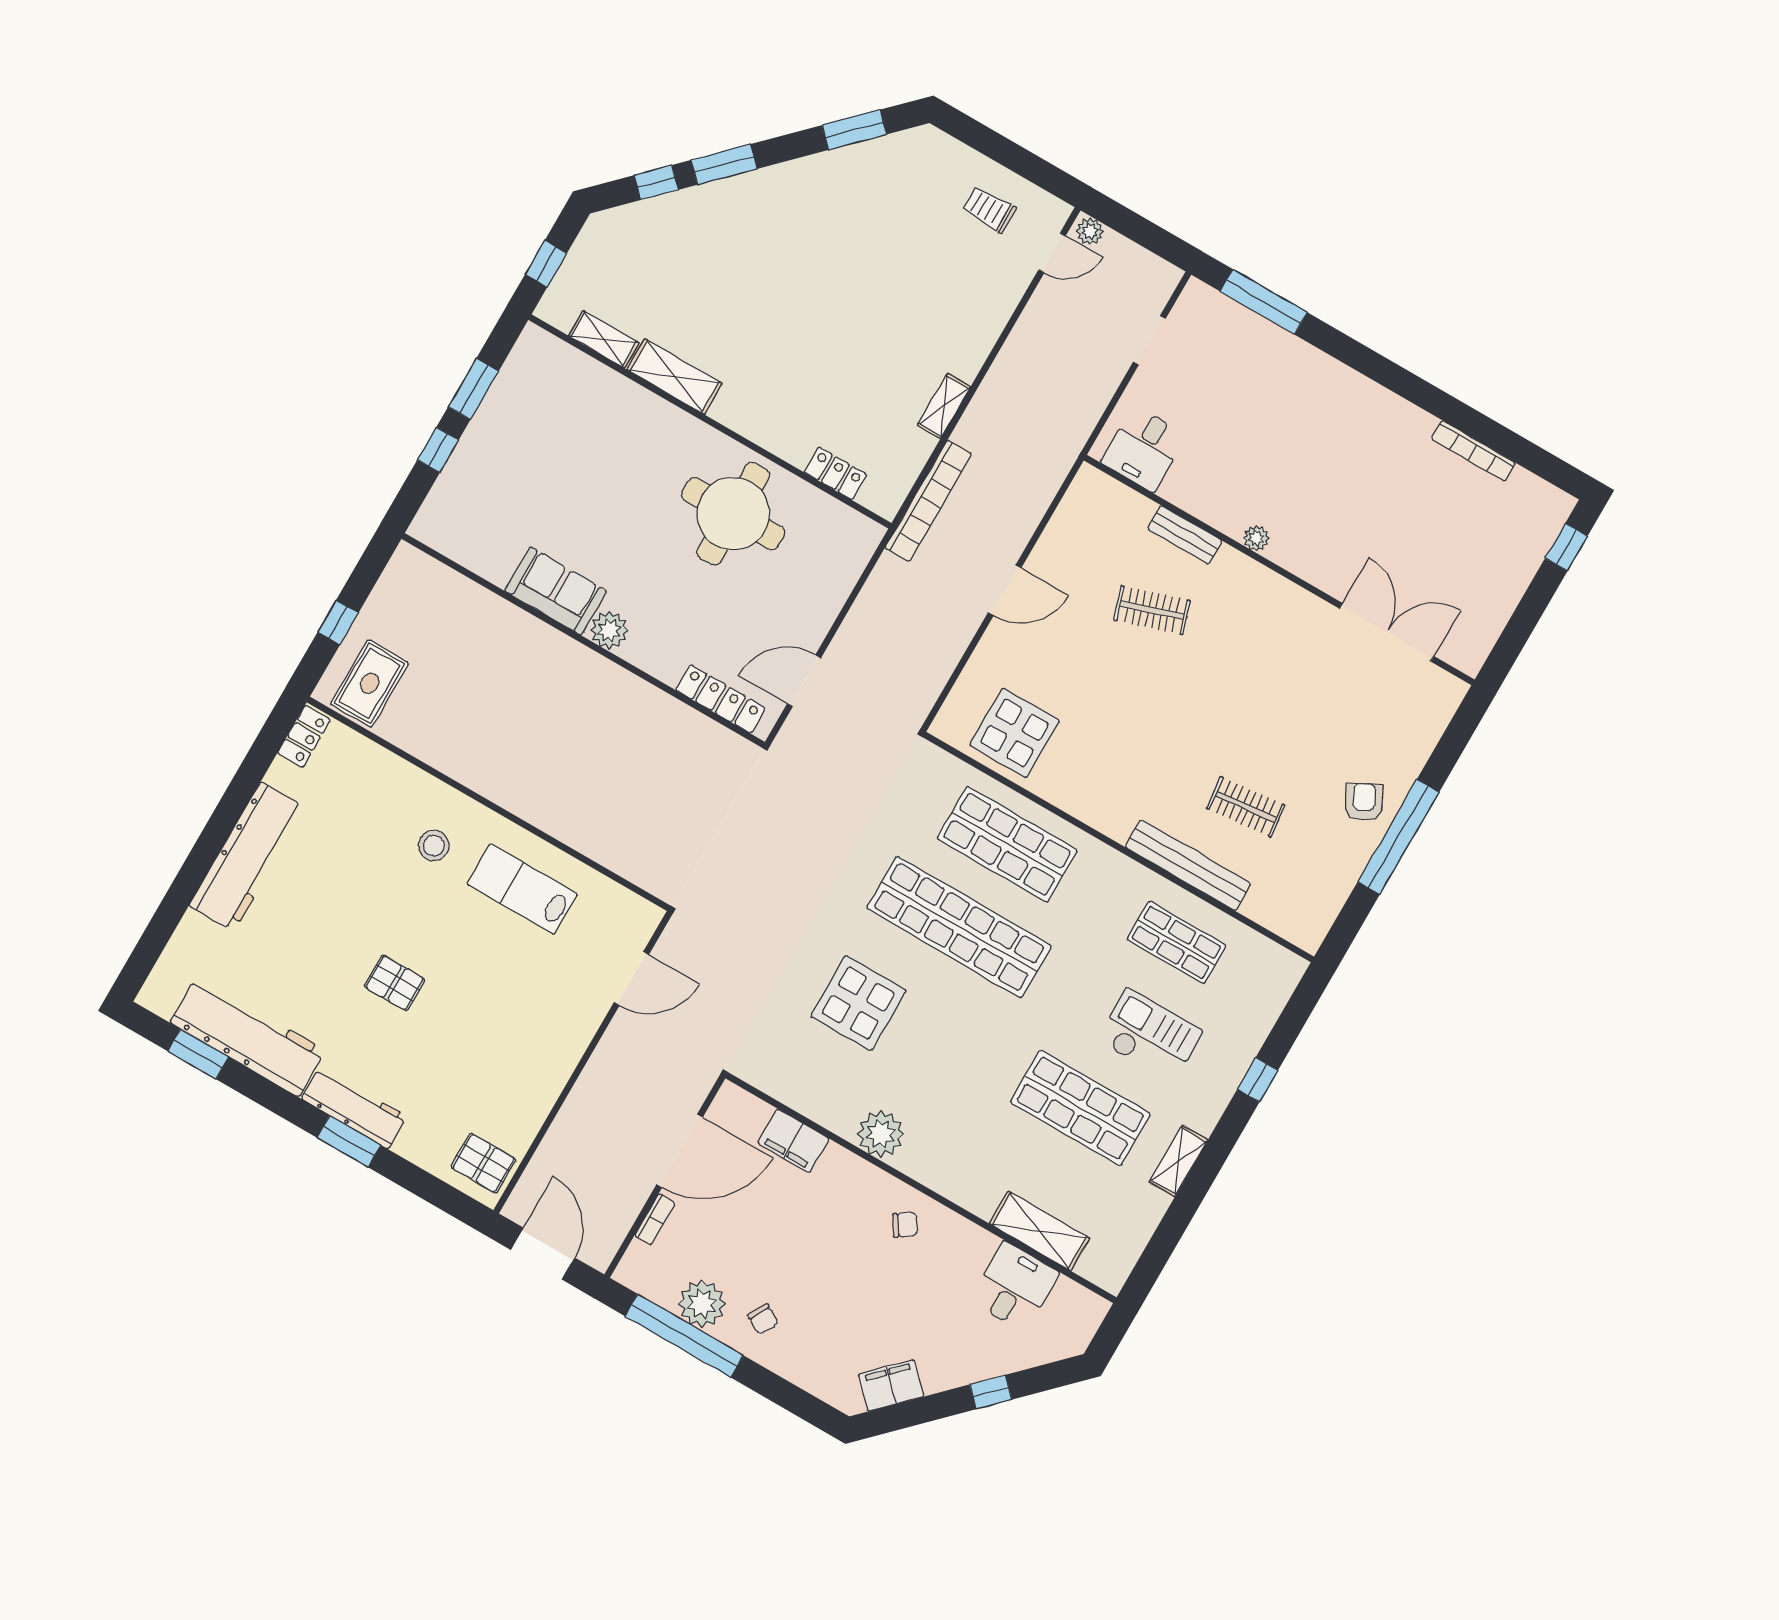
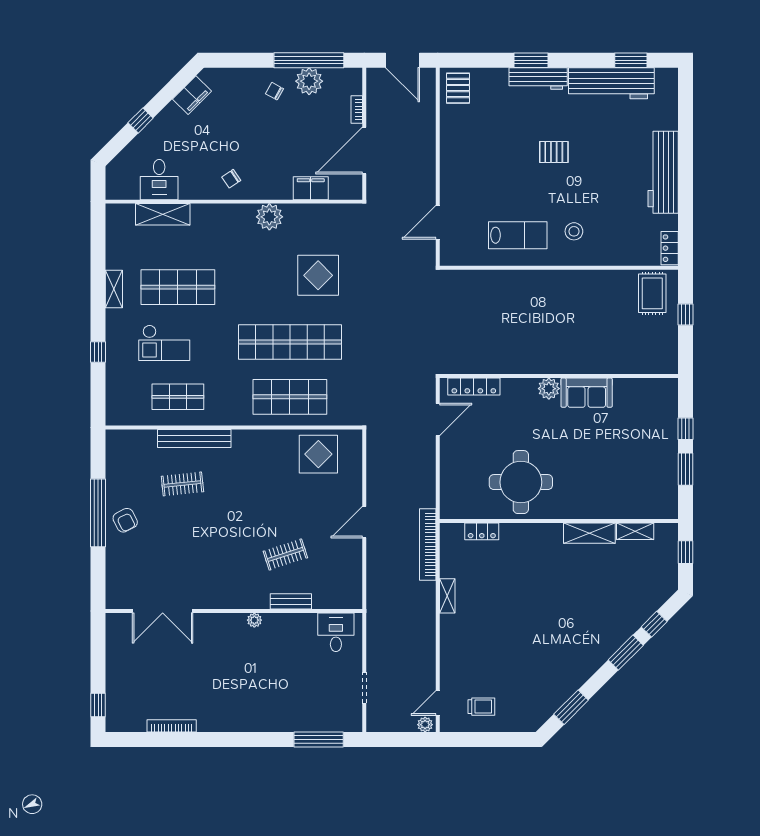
pallet: (483, 1163) -> (458, 88), turned 90

